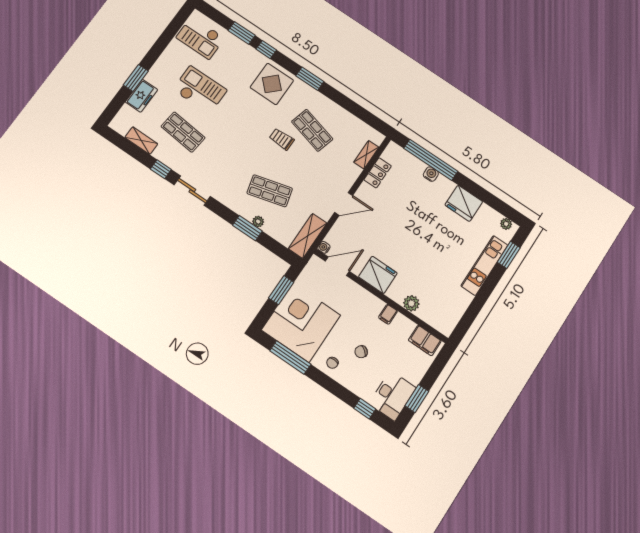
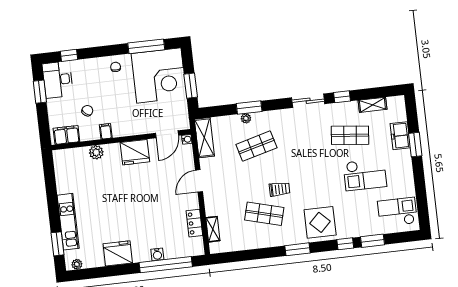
chair: (361, 352) -> (87, 111), moved

